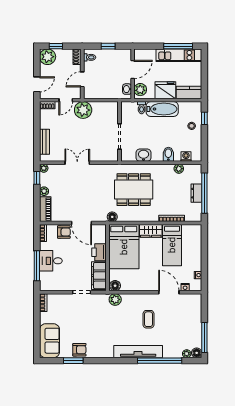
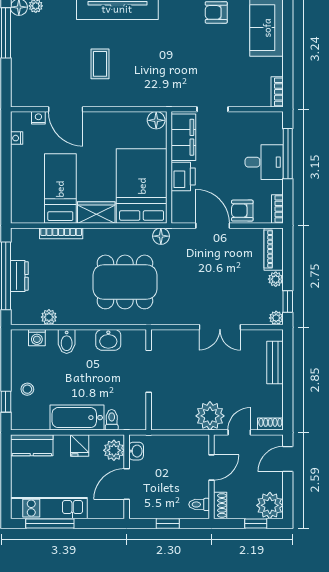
fridge: (165, 90) -> (80, 445), width x0.53, depth x0.75
plant: (115, 299) -> (156, 97), removed

